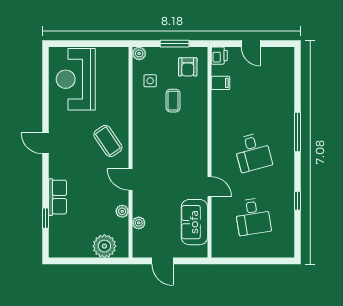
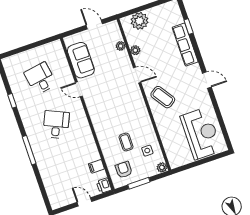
desk: (253, 152) -> (56, 125), turned 39
row of seats: (58, 197) -> (185, 45), width x1.48

